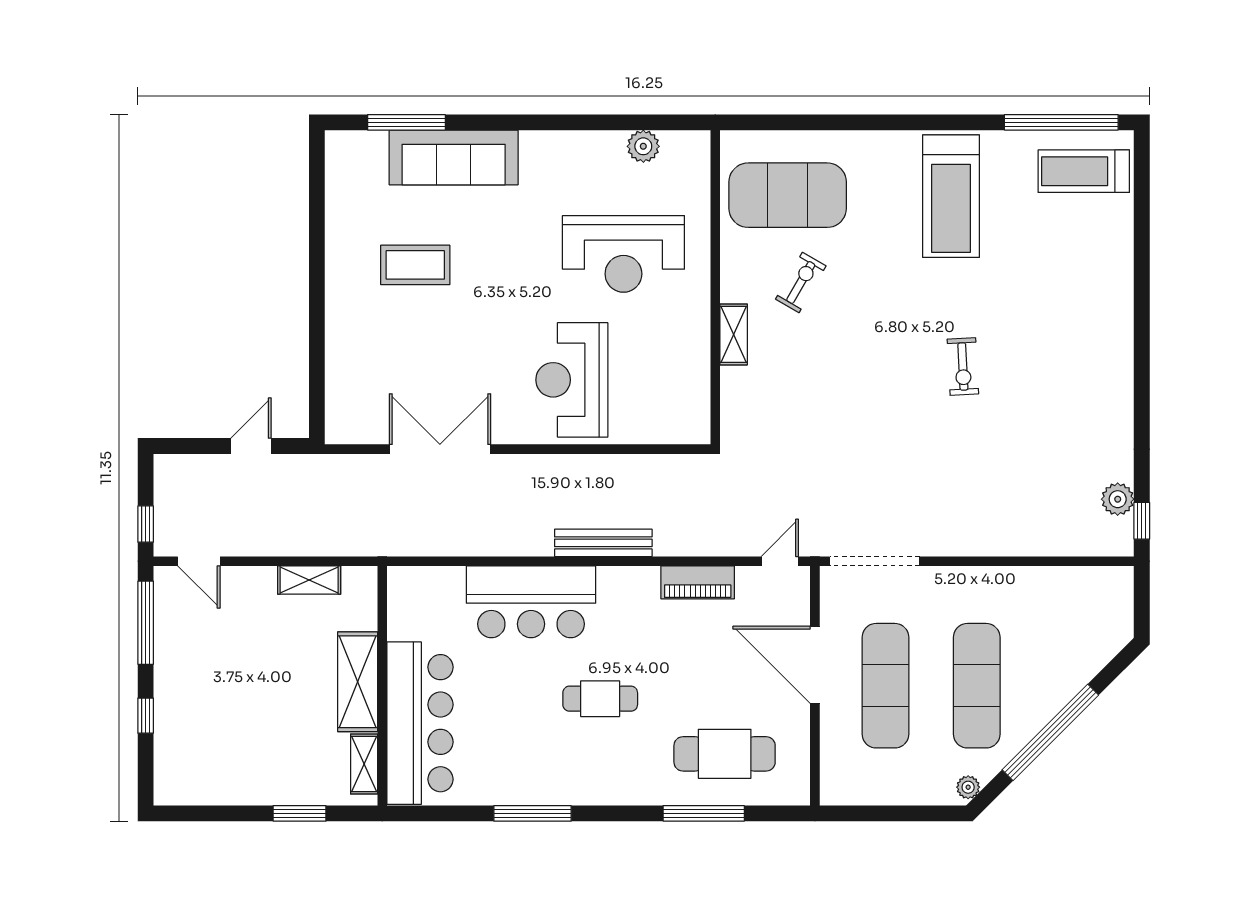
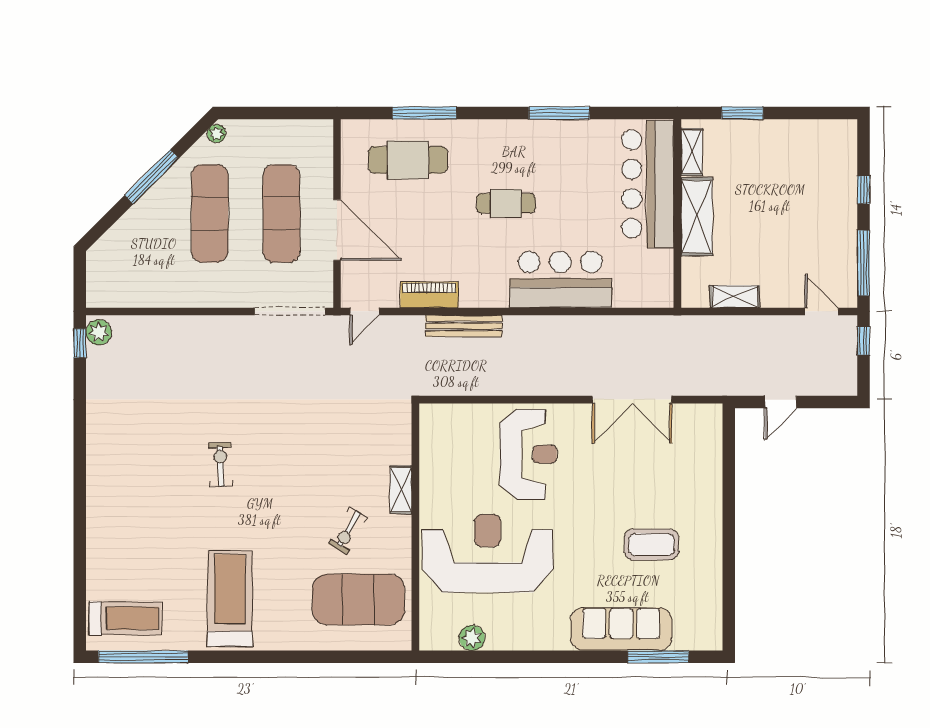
reception desk: (623, 254) -> (488, 553), width x1.36, depth x1.30
plant: (1118, 499) -> (99, 332), moved
bench: (603, 543) -> (464, 326), moved
window: (1050, 732) -> (152, 177), width x0.68

